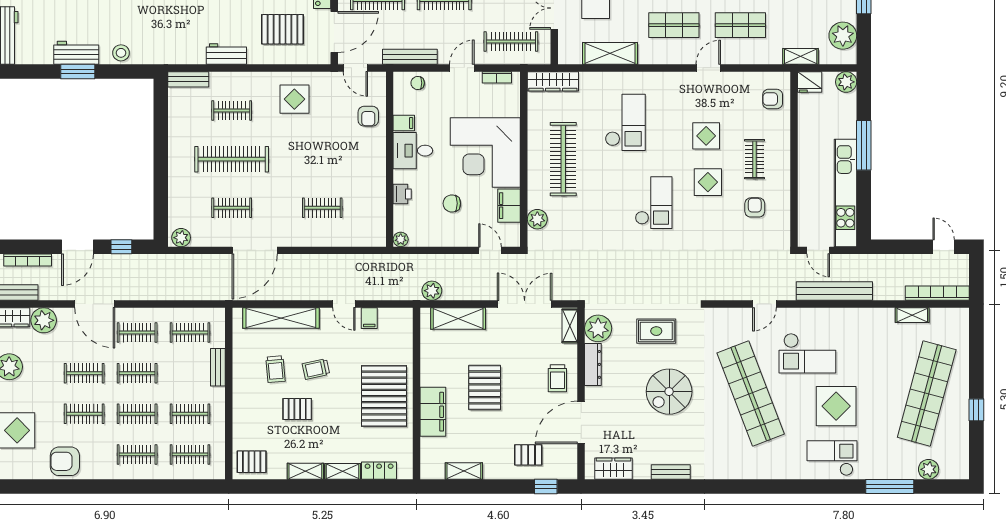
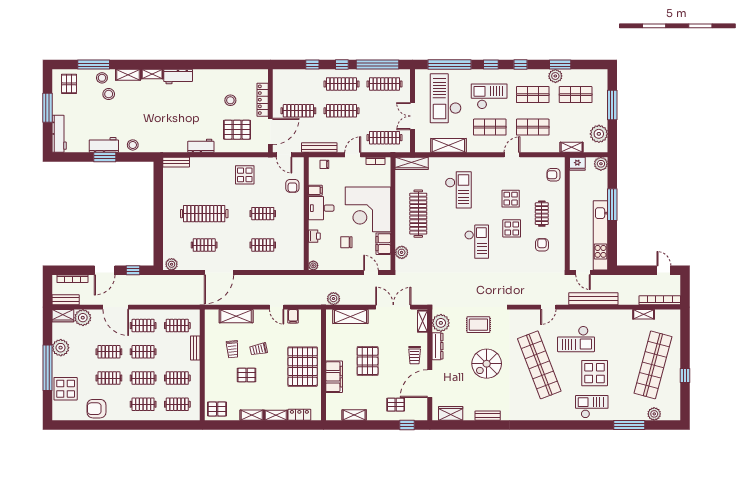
clothes rail: (232, 111) -> (263, 214), moved
shelving: (281, 318) -> (236, 316), width x0.68

